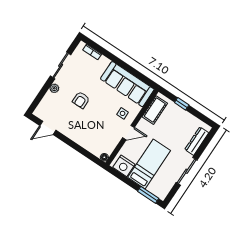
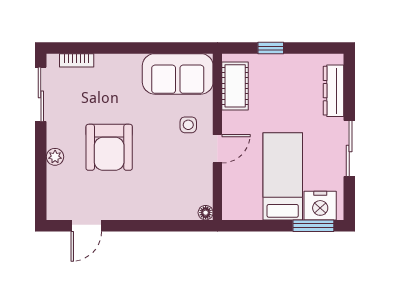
sliding door: (61, 65) -> (41, 94), moved
sofa: (127, 84) -> (178, 74), width x0.73
armchair: (81, 100) -> (109, 147), width x1.88, depth x1.88
nightstand: (124, 166) -> (320, 206), moved

